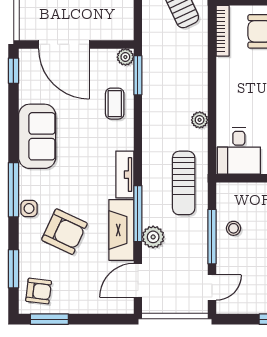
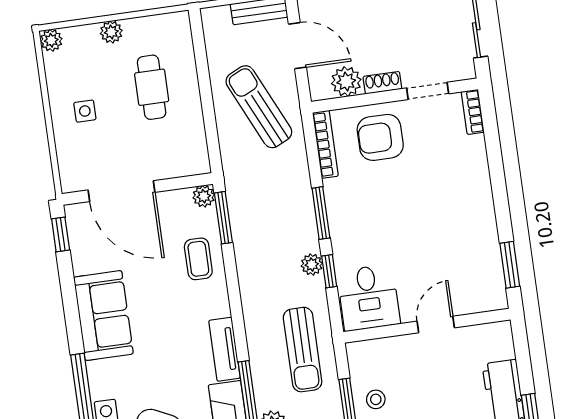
window: (212, 82) -> (321, 213), added
window: (212, 127) -> (329, 271), added

